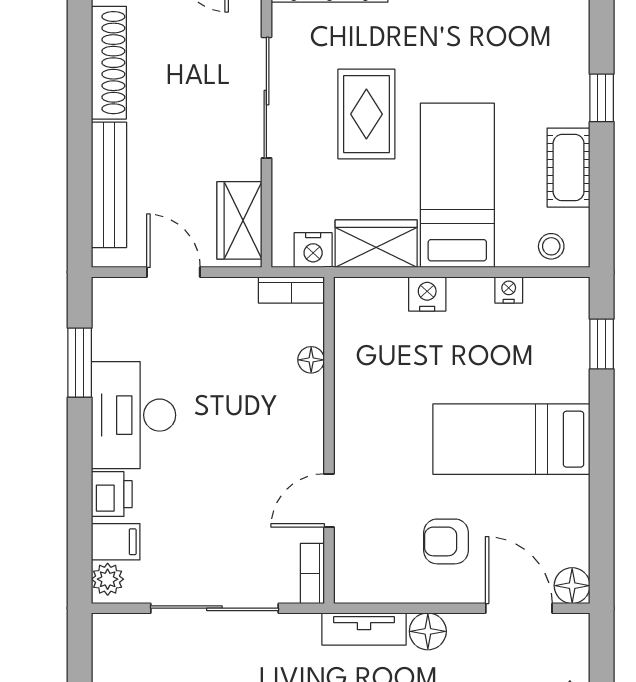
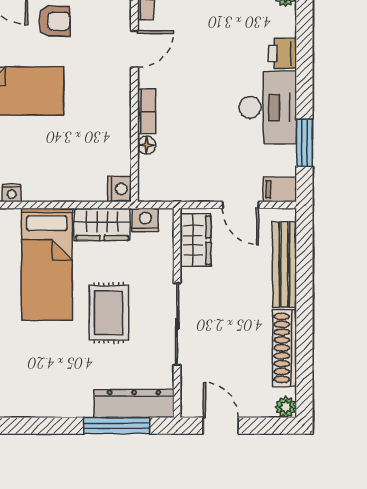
bookcase: (291, 290) -> (147, 112), moved, turned 90
nightstand: (427, 294) -> (119, 189), moved, turned -90
filing cabinet: (116, 542) -> (280, 189), moved

